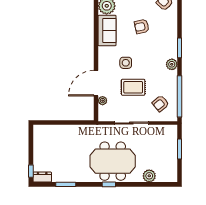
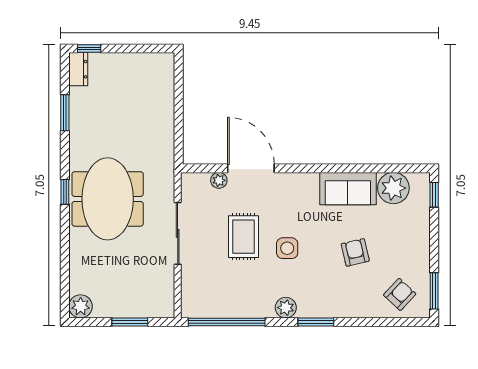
side table: (126, 63) -> (287, 248), moved
armchair: (160, 104) -> (214, 287), removed
plant: (149, 176) -> (81, 306), moved

